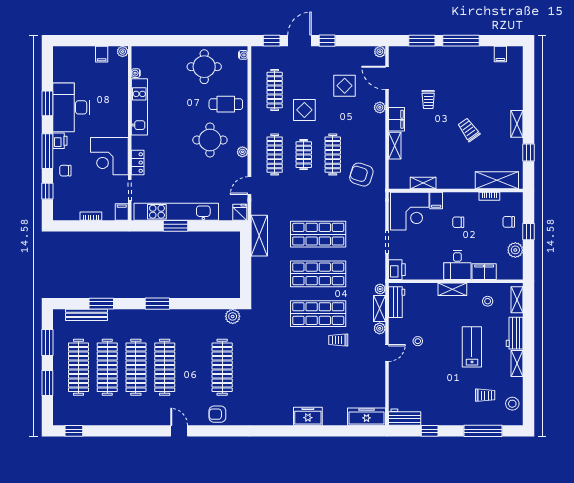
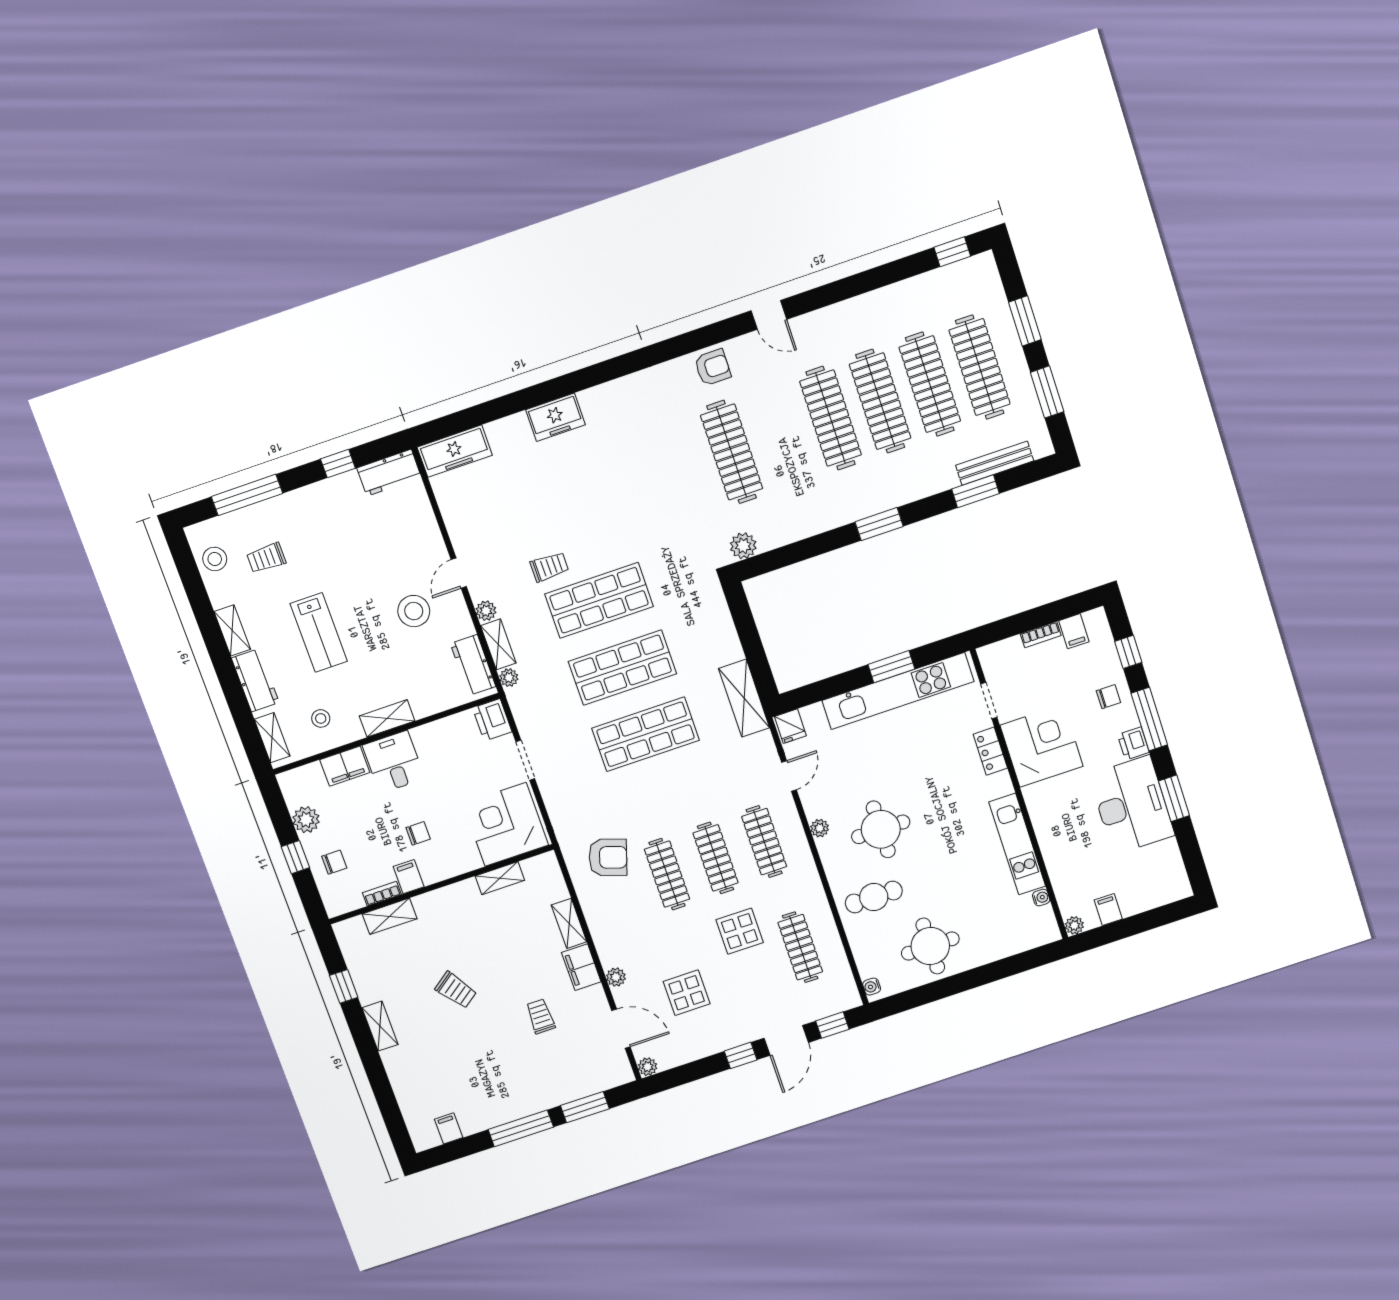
clothes rail: (304, 155) -> (716, 858), width x1.36
shelving: (497, 180) -> (390, 916), width x0.67, depth x0.75
filing cabinet: (436, 200) -> (409, 877), moved
filing cabinet: (122, 212) -> (1074, 631), moved
stool: (418, 341) -> (414, 611), width x1.89, depth x1.89

